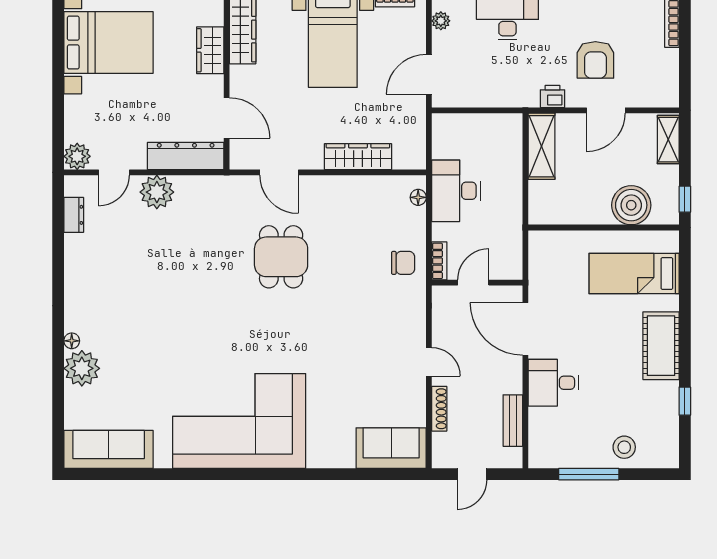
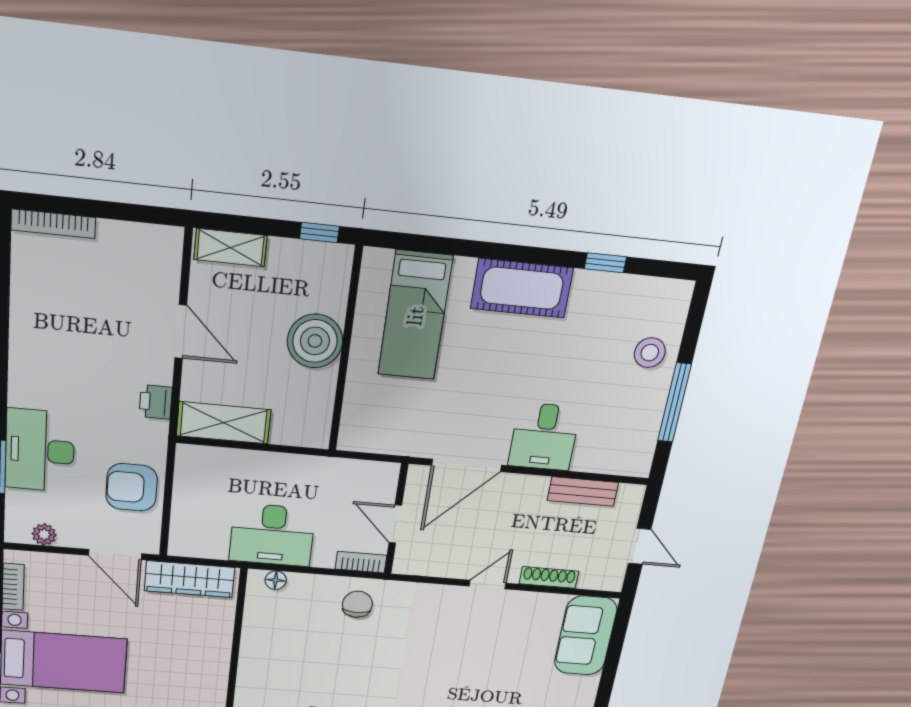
armchair: (595, 60) -> (132, 487), moved, turned 180
wardrobe: (358, 157) -> (190, 579), moved, turned -90
boiler: (631, 205) -> (315, 341), moved

